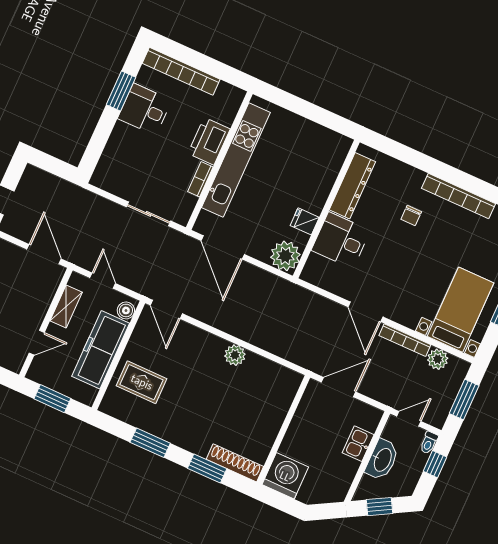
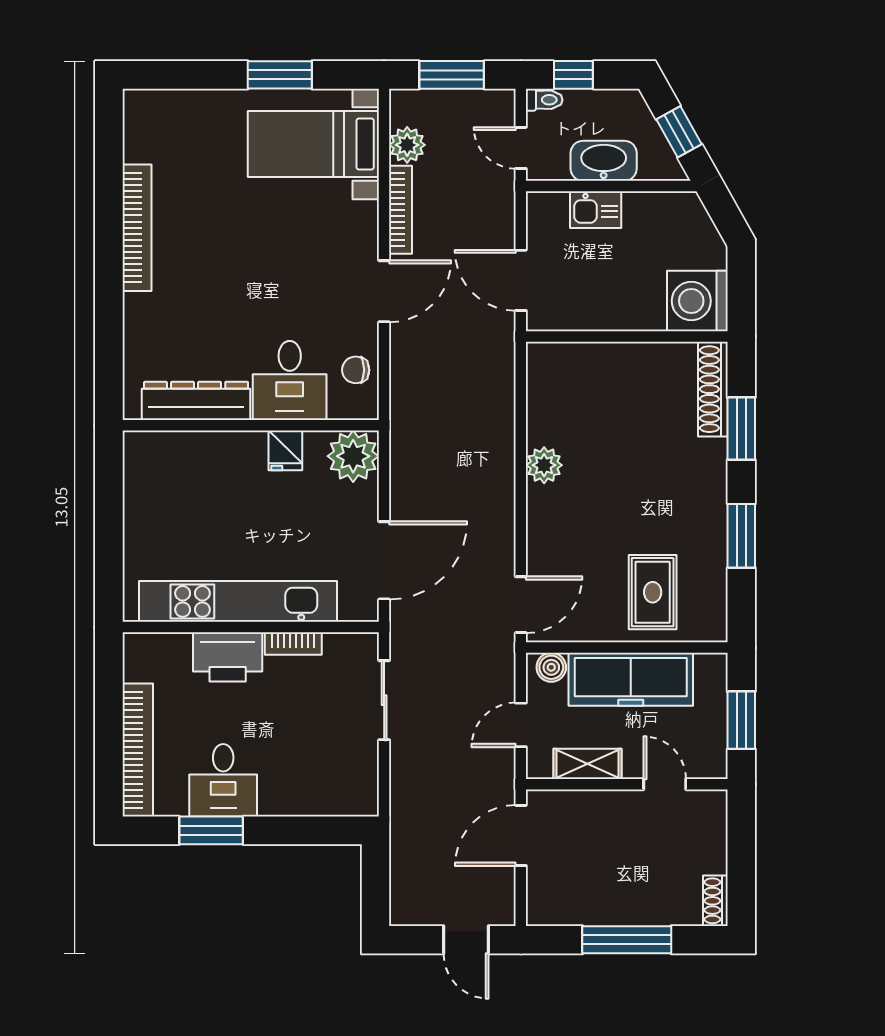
chair: (411, 215) -> (356, 370), moved, turned 180

